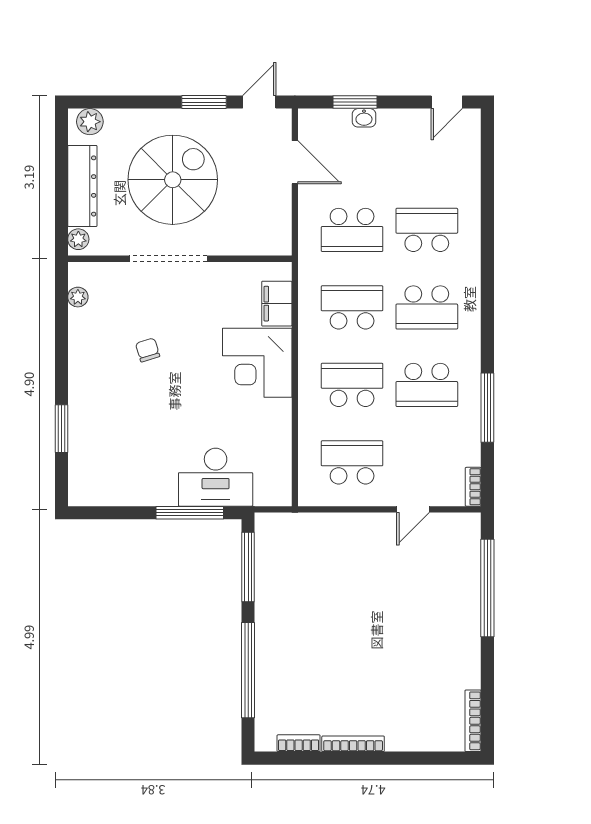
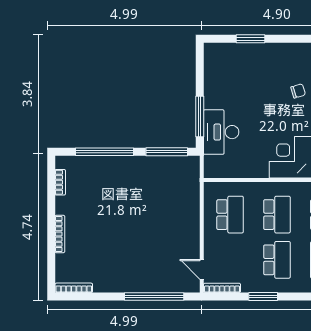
school desk: (427, 385) -> (277, 260), turned 180
window: (487, 408) -> (263, 296), width x0.69
bookcase: (473, 487) -> (222, 288), width x1.56
door: (413, 509) -> (202, 269), moved
bookcase: (353, 744) -> (60, 234), moved

